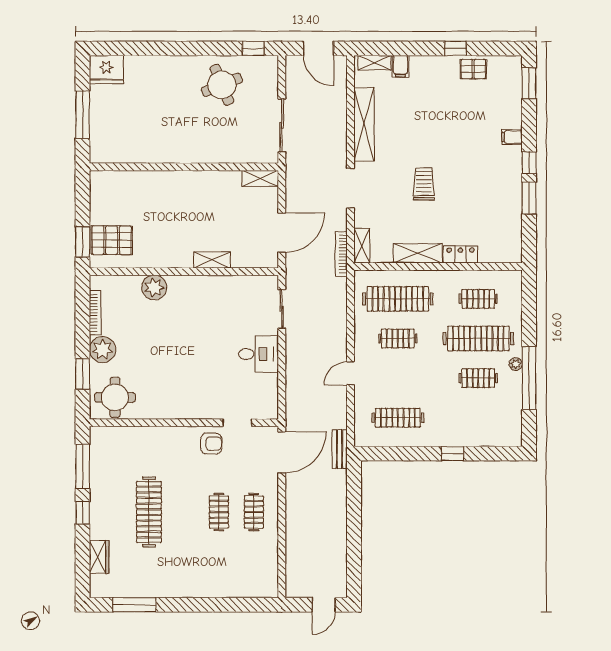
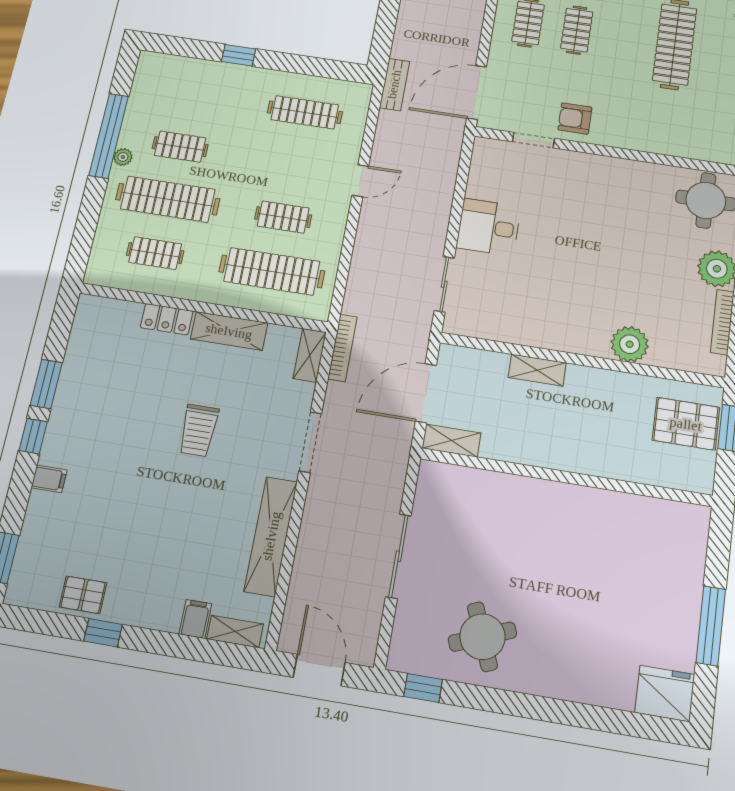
wall: (184, 167) -> (566, 477), moved
shelving: (260, 178) -> (452, 441), moved

